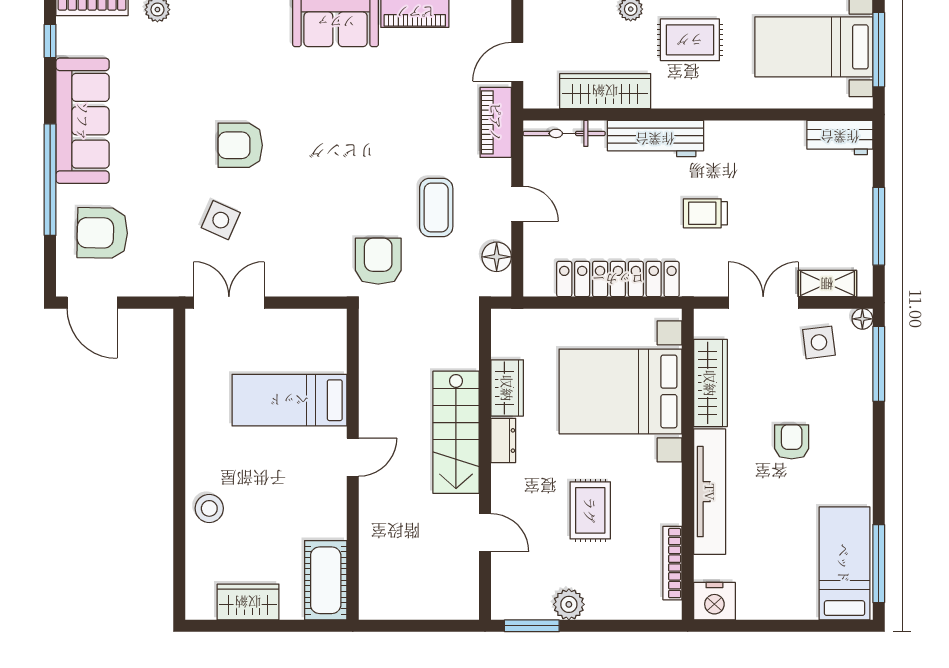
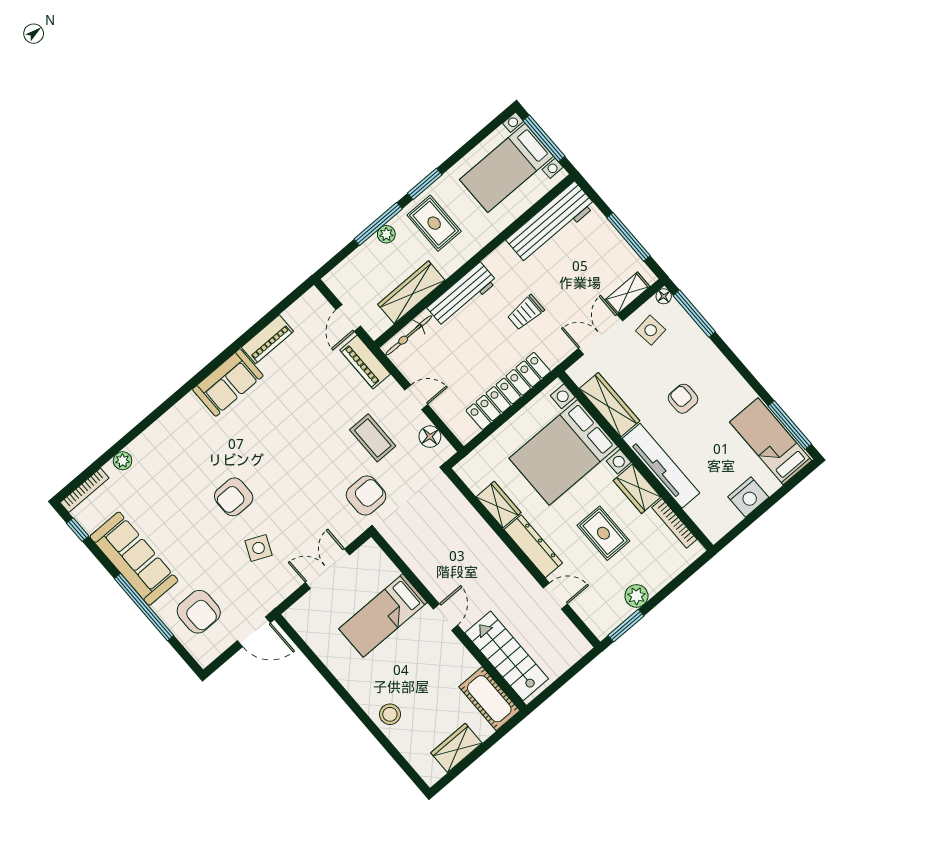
rug: (690, 40) -> (434, 223), turned 90
workbench: (840, 137) -> (551, 223), width x1.88, depth x1.32
armchair: (102, 233) -> (199, 612), turned -91
armchair: (378, 261) -> (366, 496), turned 90
door: (92, 303) -> (254, 632), moved
double door: (229, 303) -> (328, 569), moved
stairs: (456, 432) -> (507, 656), moved, turned 180
dresser: (503, 440) -> (533, 546), width x1.96, depth x1.24
wardrobe: (664, 494) -> (637, 489), added
nightstand: (714, 601) -> (748, 497), moved

